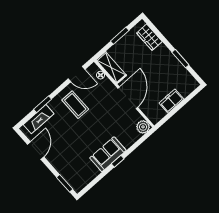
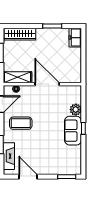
wardrobe: (149, 37) -> (20, 34), width x1.50
freezer: (171, 101) -> (75, 38), moved
plant: (143, 127) -> (76, 110), moved

